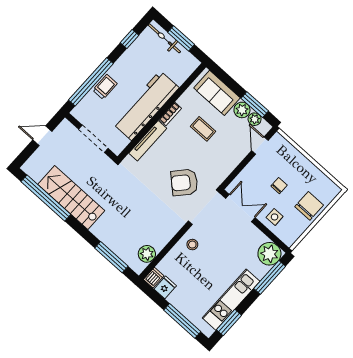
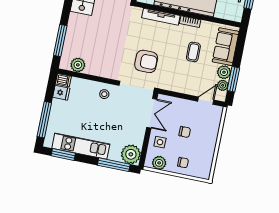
armchair: (184, 182) -> (146, 61), turned 138
chair: (309, 206) -> (183, 163), width x0.54, depth x0.54
plant: (295, 230) -> (159, 163), added

